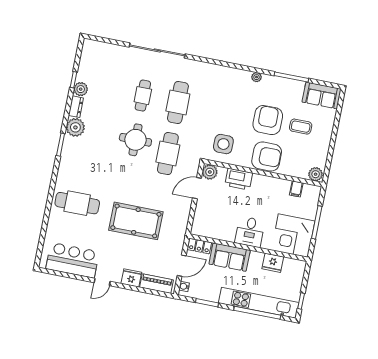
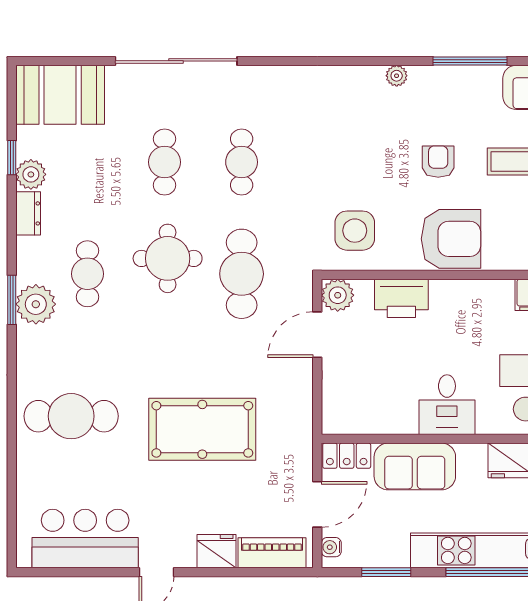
booth: (101, 55) -> (60, 95), added
cafe table: (178, 103) -> (242, 162), width x0.73, depth x0.74
armchair: (268, 120) -> (438, 162), width x0.53, depth x0.53
plant: (75, 127) -> (36, 304), moved
cafe table: (98, 140) -> (87, 274), added

